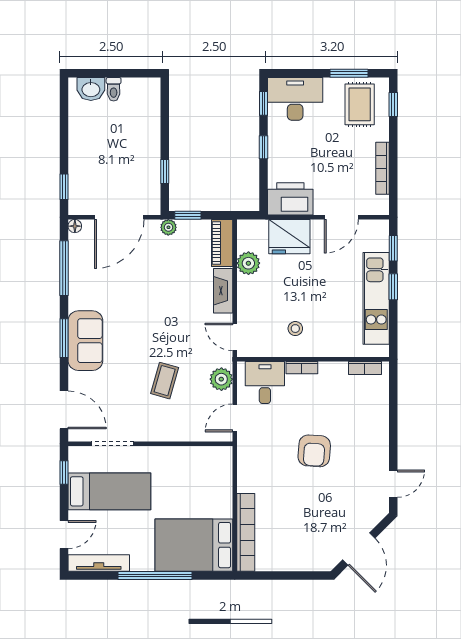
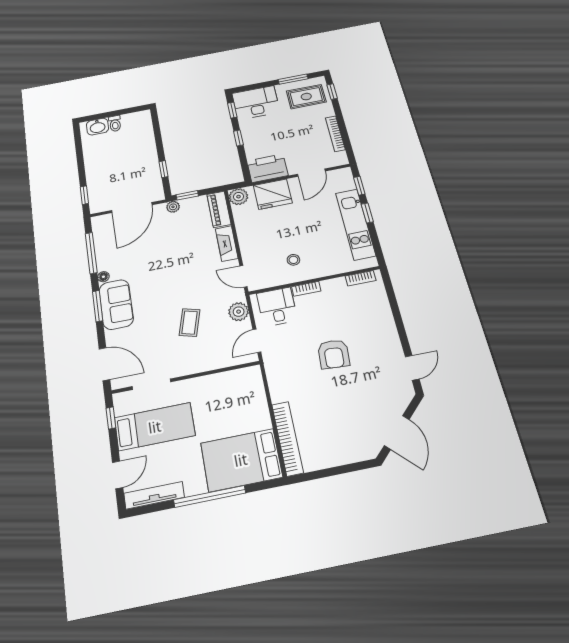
rug: (360, 104) -> (306, 97), turned 90
floor lamp: (75, 226) -> (103, 277), moved
plant: (248, 263) -> (239, 197), moved

